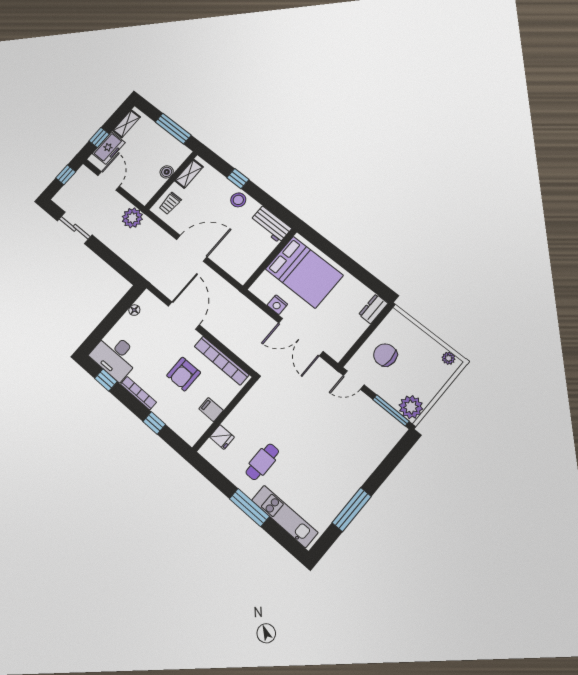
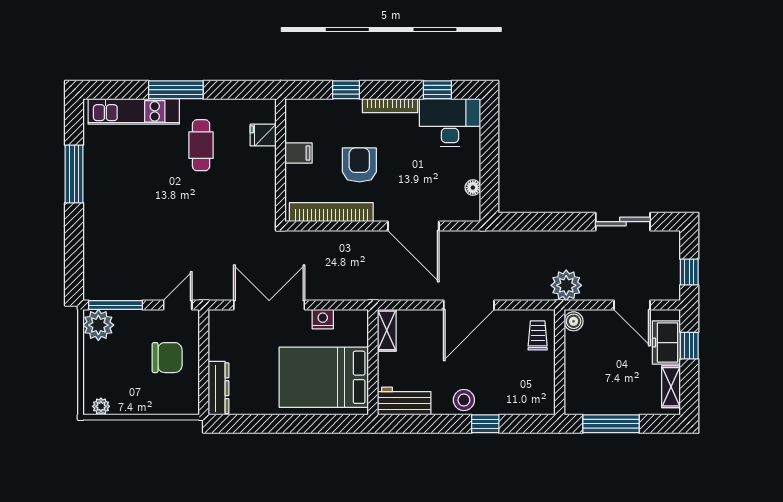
boiler: (167, 172) -> (574, 321), moved
shelving: (189, 174) -> (387, 330), moved
dresser: (373, 309) -> (219, 388), width x1.44

